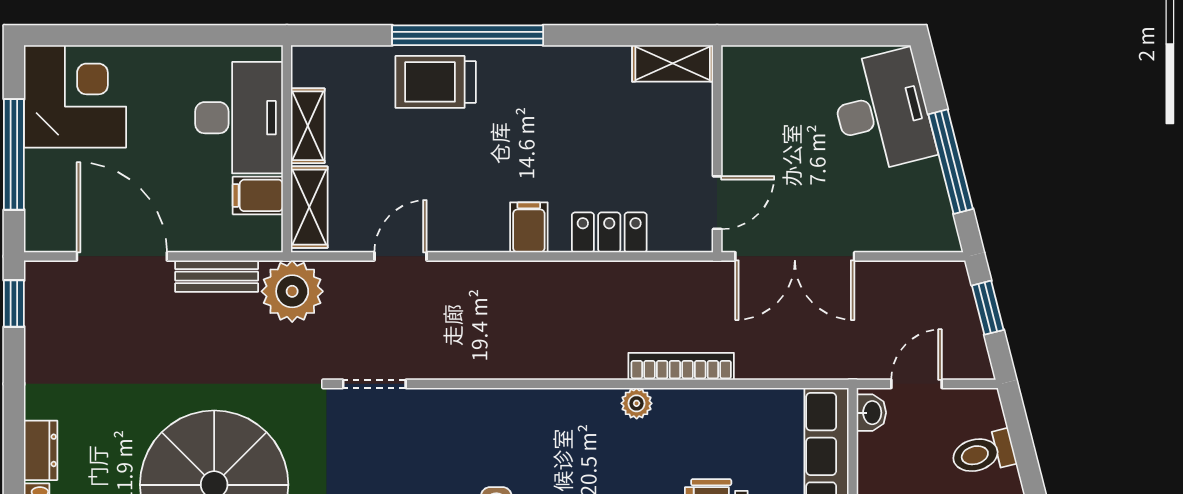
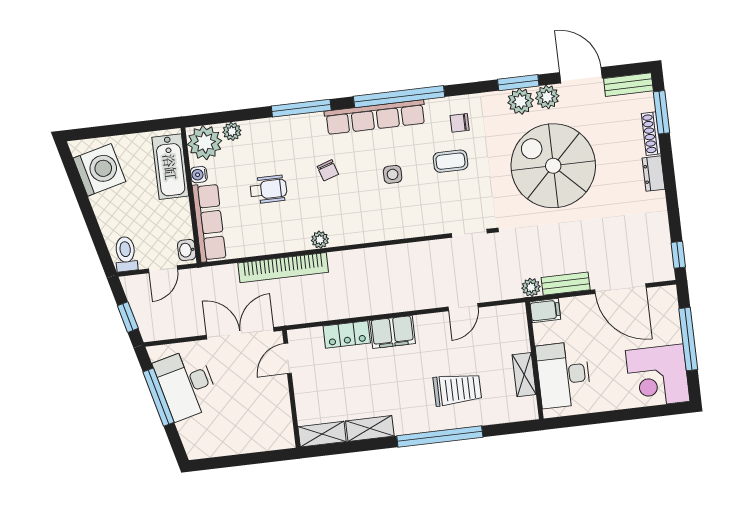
trolley: (436, 82) -> (457, 389), moved
desk: (882, 111) -> (186, 384), moved
filing cabinet: (258, 195) -> (545, 310), moved
shelving: (309, 207) -> (370, 428), moved, turned 90
filing cabinet: (529, 227) -> (392, 332), width x2.00
plant: (292, 291) -> (531, 287), width x0.53, depth x0.53
bookcase: (681, 366) -> (283, 268), width x1.48, depth x1.31
toilet: (983, 453) -> (126, 254), moved, turned -76

